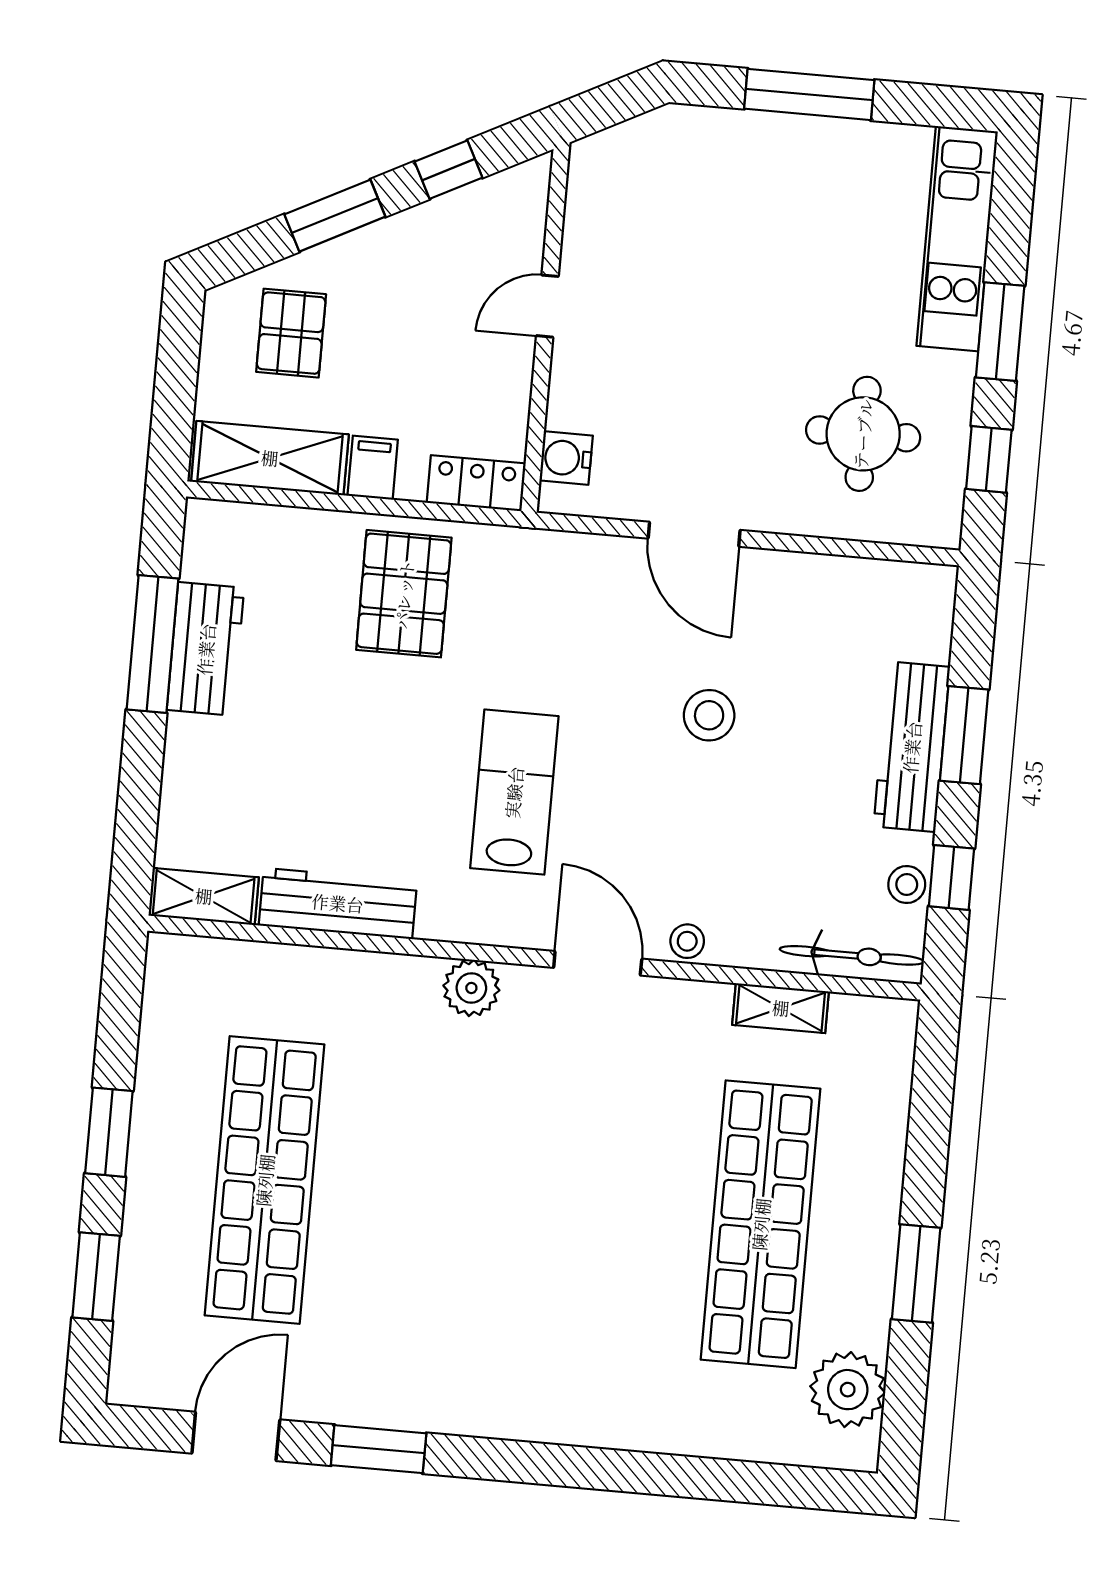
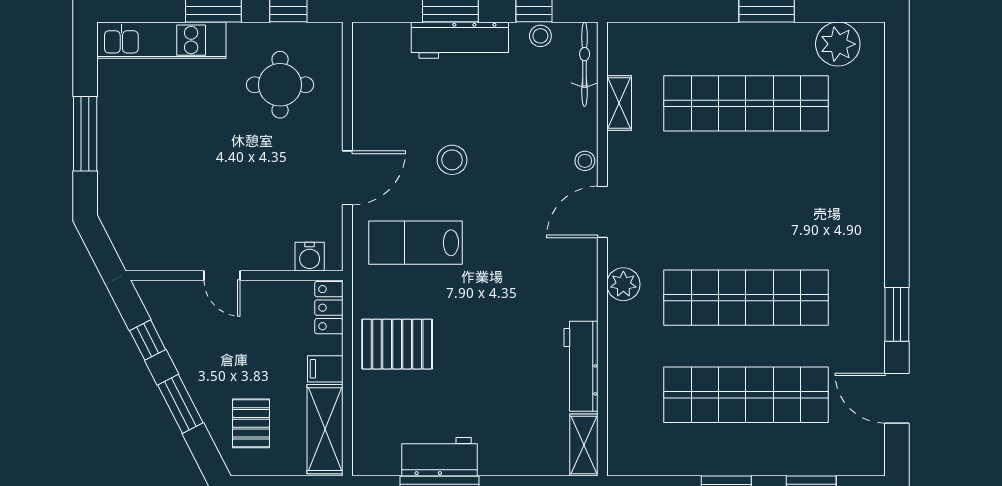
pallet: (291, 333) -> (251, 423), turned 90
lab bench: (514, 792) -> (416, 243), moved
shop shelf: (430, 1195) -> (746, 298), added

